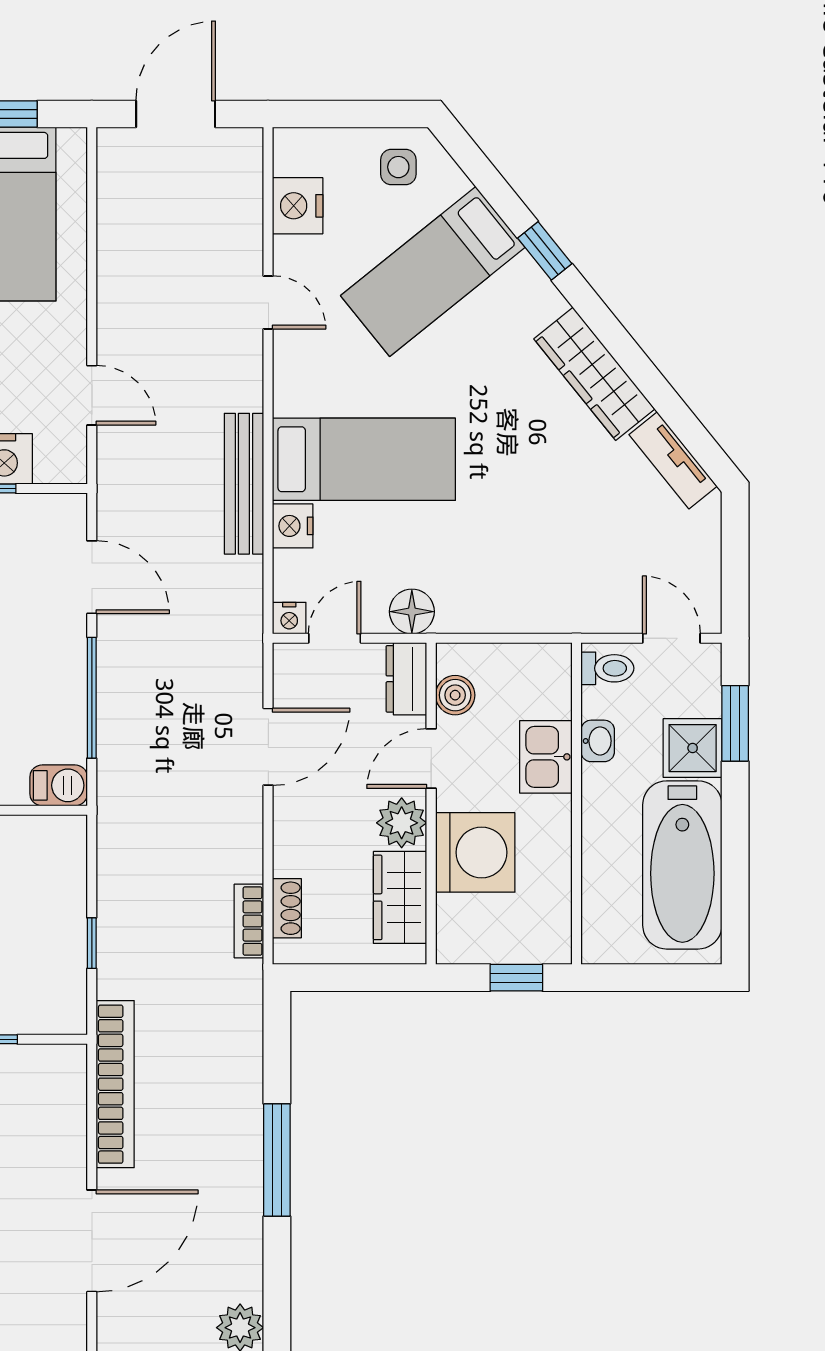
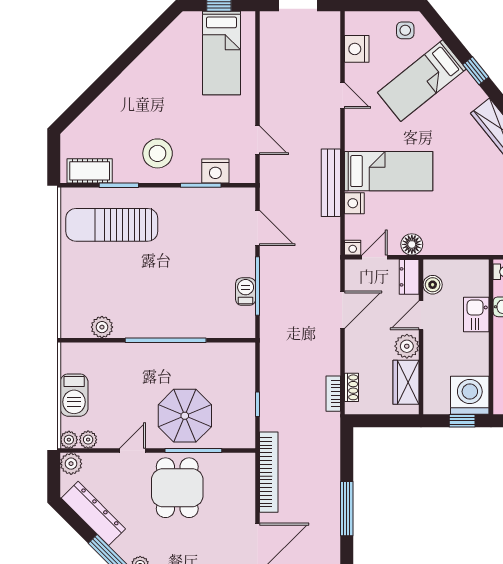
barbecue: (59, 785) -> (246, 292), moved, turned -90
washing machine: (475, 852) -> (470, 395), moved, turned -90

